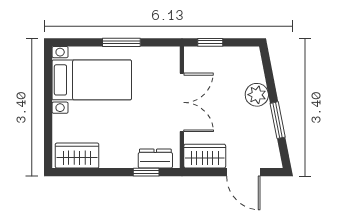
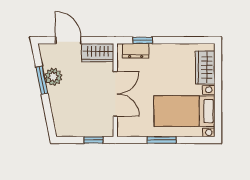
plant: (257, 95) -> (53, 77), moved
double door: (182, 102) -> (115, 94), swing flipped
wardrobe: (77, 156) -> (205, 68), moved, turned 90

